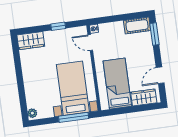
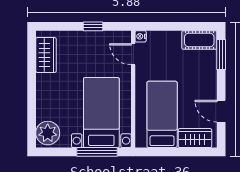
wardrobe: (31, 41) -> (46, 55), moved, turned -90
door: (160, 75) -> (221, 111), hinge flipped
plant: (32, 113) -> (48, 133), width x1.87, depth x1.87

